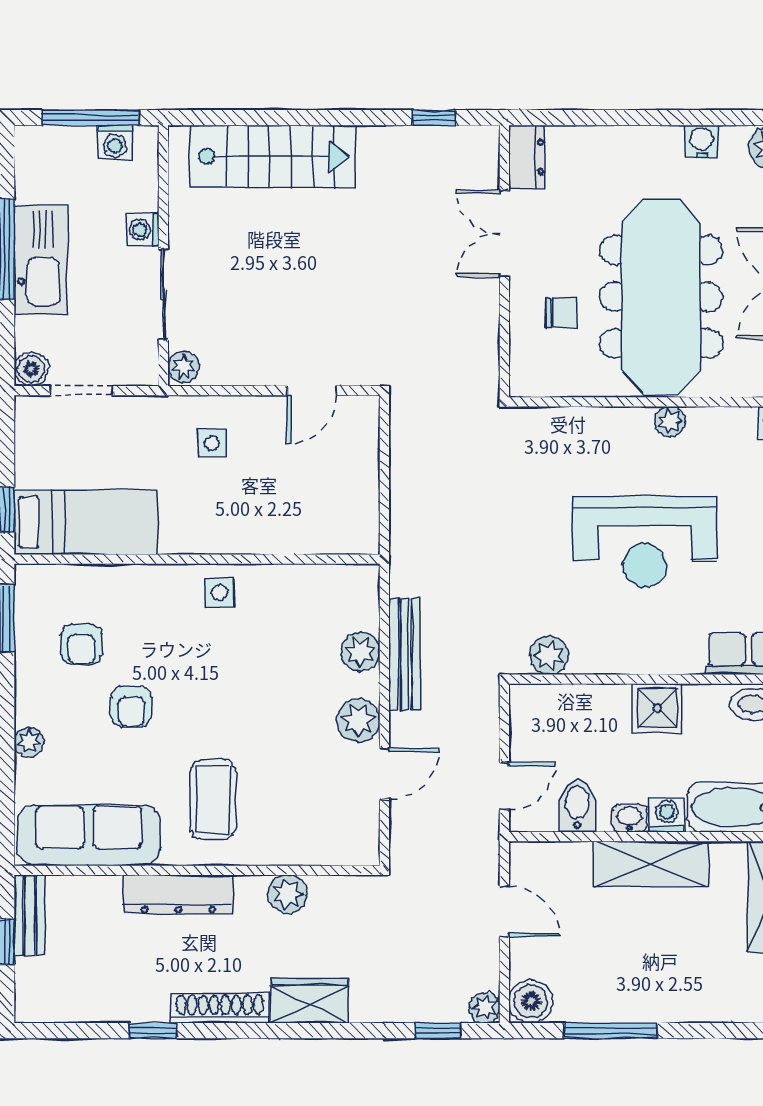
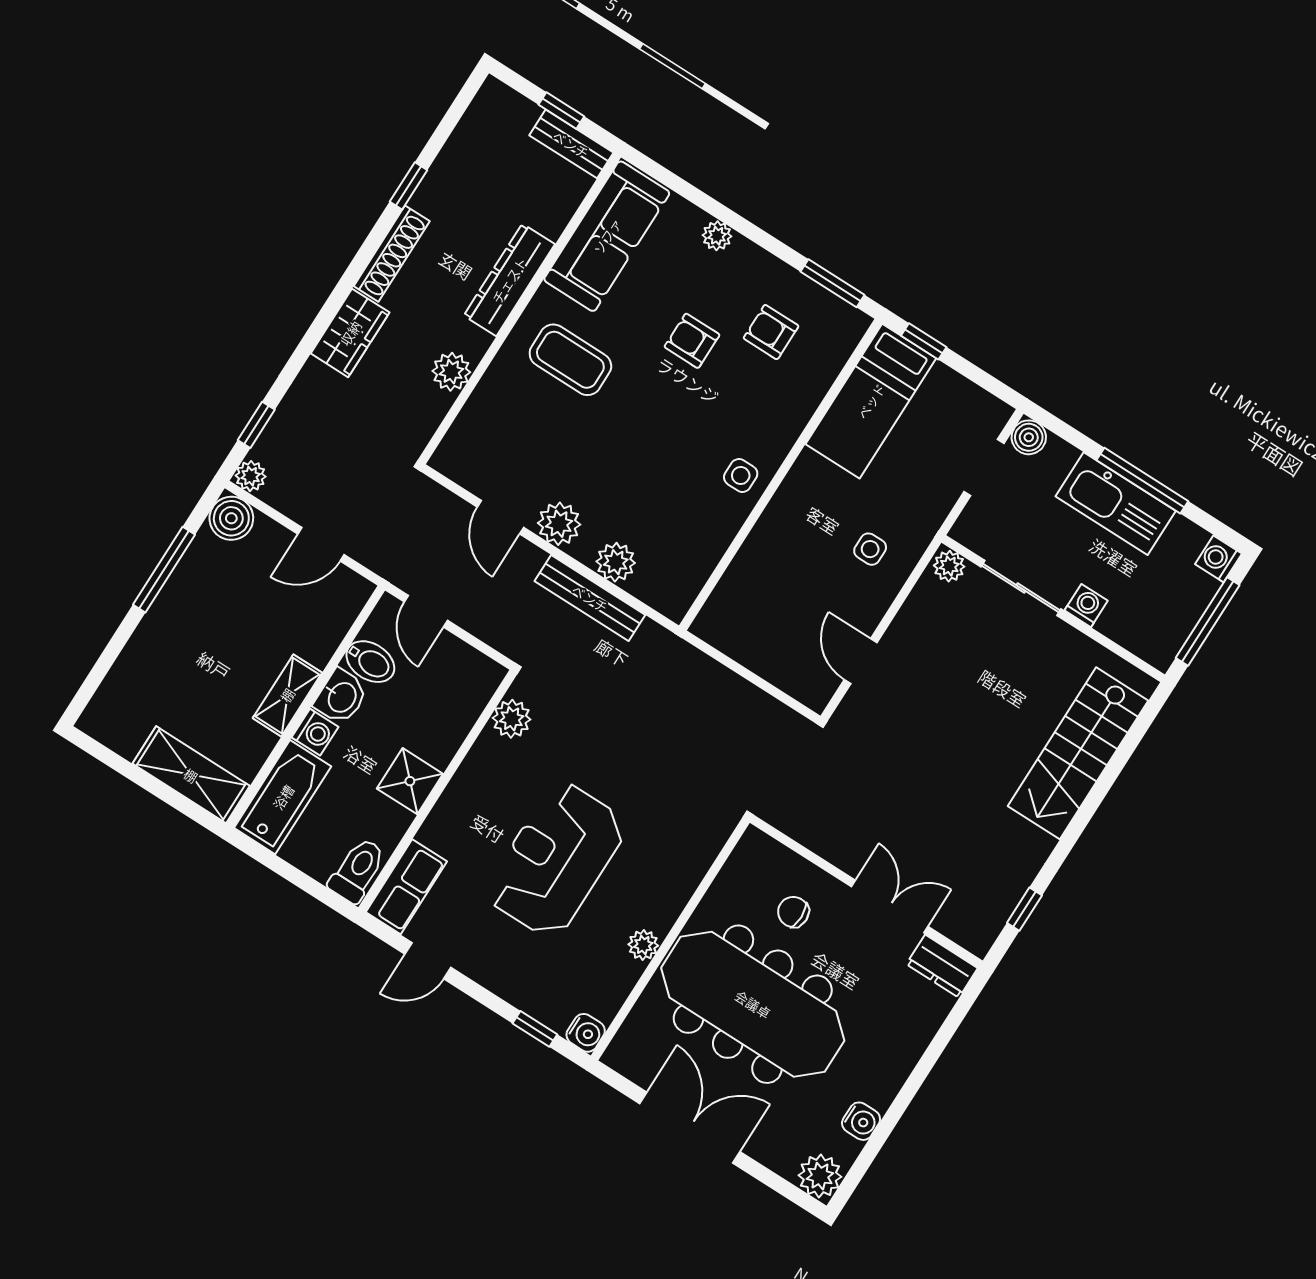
washing machine: (115, 142) -> (1219, 559), moved
chair: (561, 312) -> (793, 912), turned 90
washbasin: (629, 818) -> (341, 697), width x1.38, depth x1.45
shelving: (651, 864) -> (287, 695), width x0.67, depth x0.75

